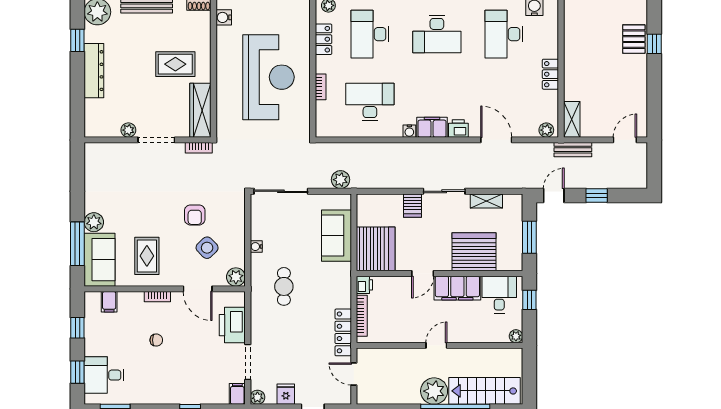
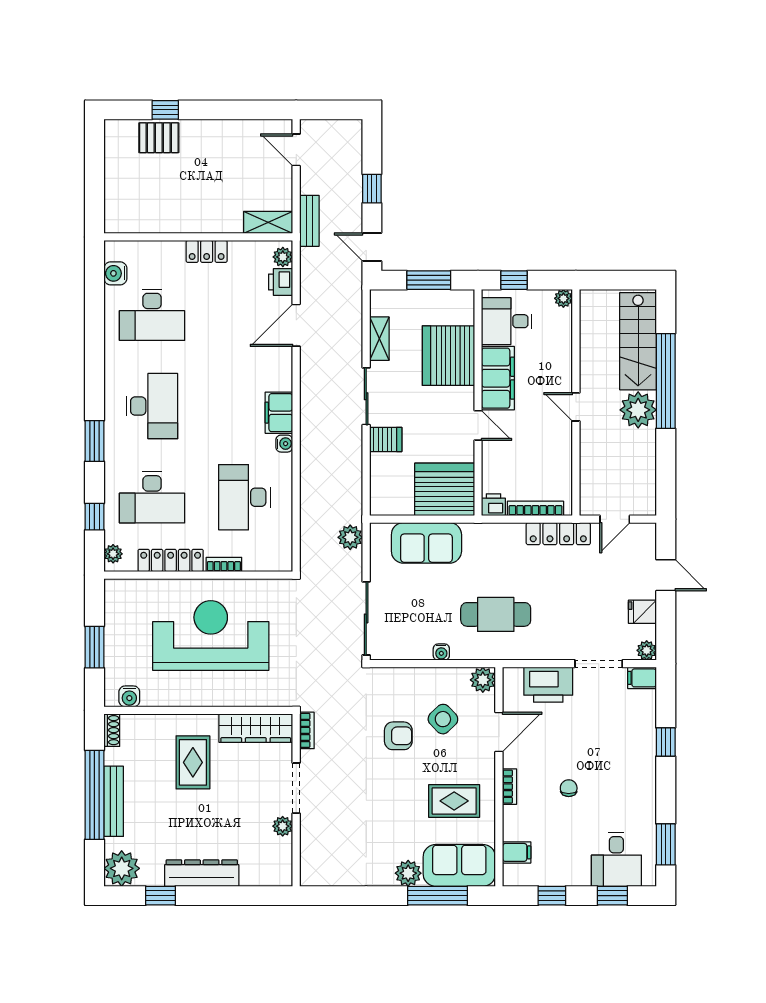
locker: (324, 39) -> (171, 560), width x1.53
printer: (458, 128) -> (281, 282), moved
cafe table: (284, 286) -> (496, 614), width x1.37, depth x1.35

